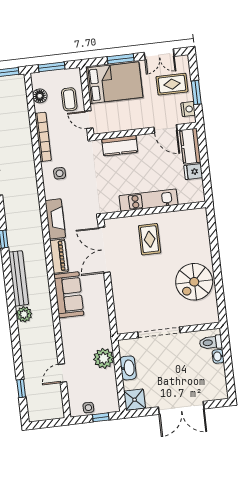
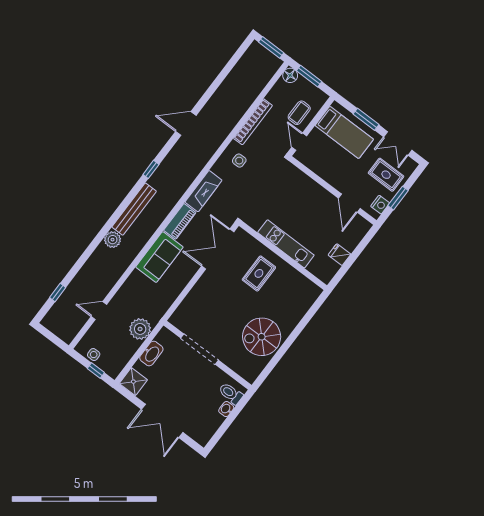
bed: (114, 83) -> (344, 132), width x0.67
floor lamp: (40, 96) -> (290, 75), moved
kitchen counter: (120, 146) -> (303, 183), removed
kitchen counter: (190, 146) -> (355, 234), removed

